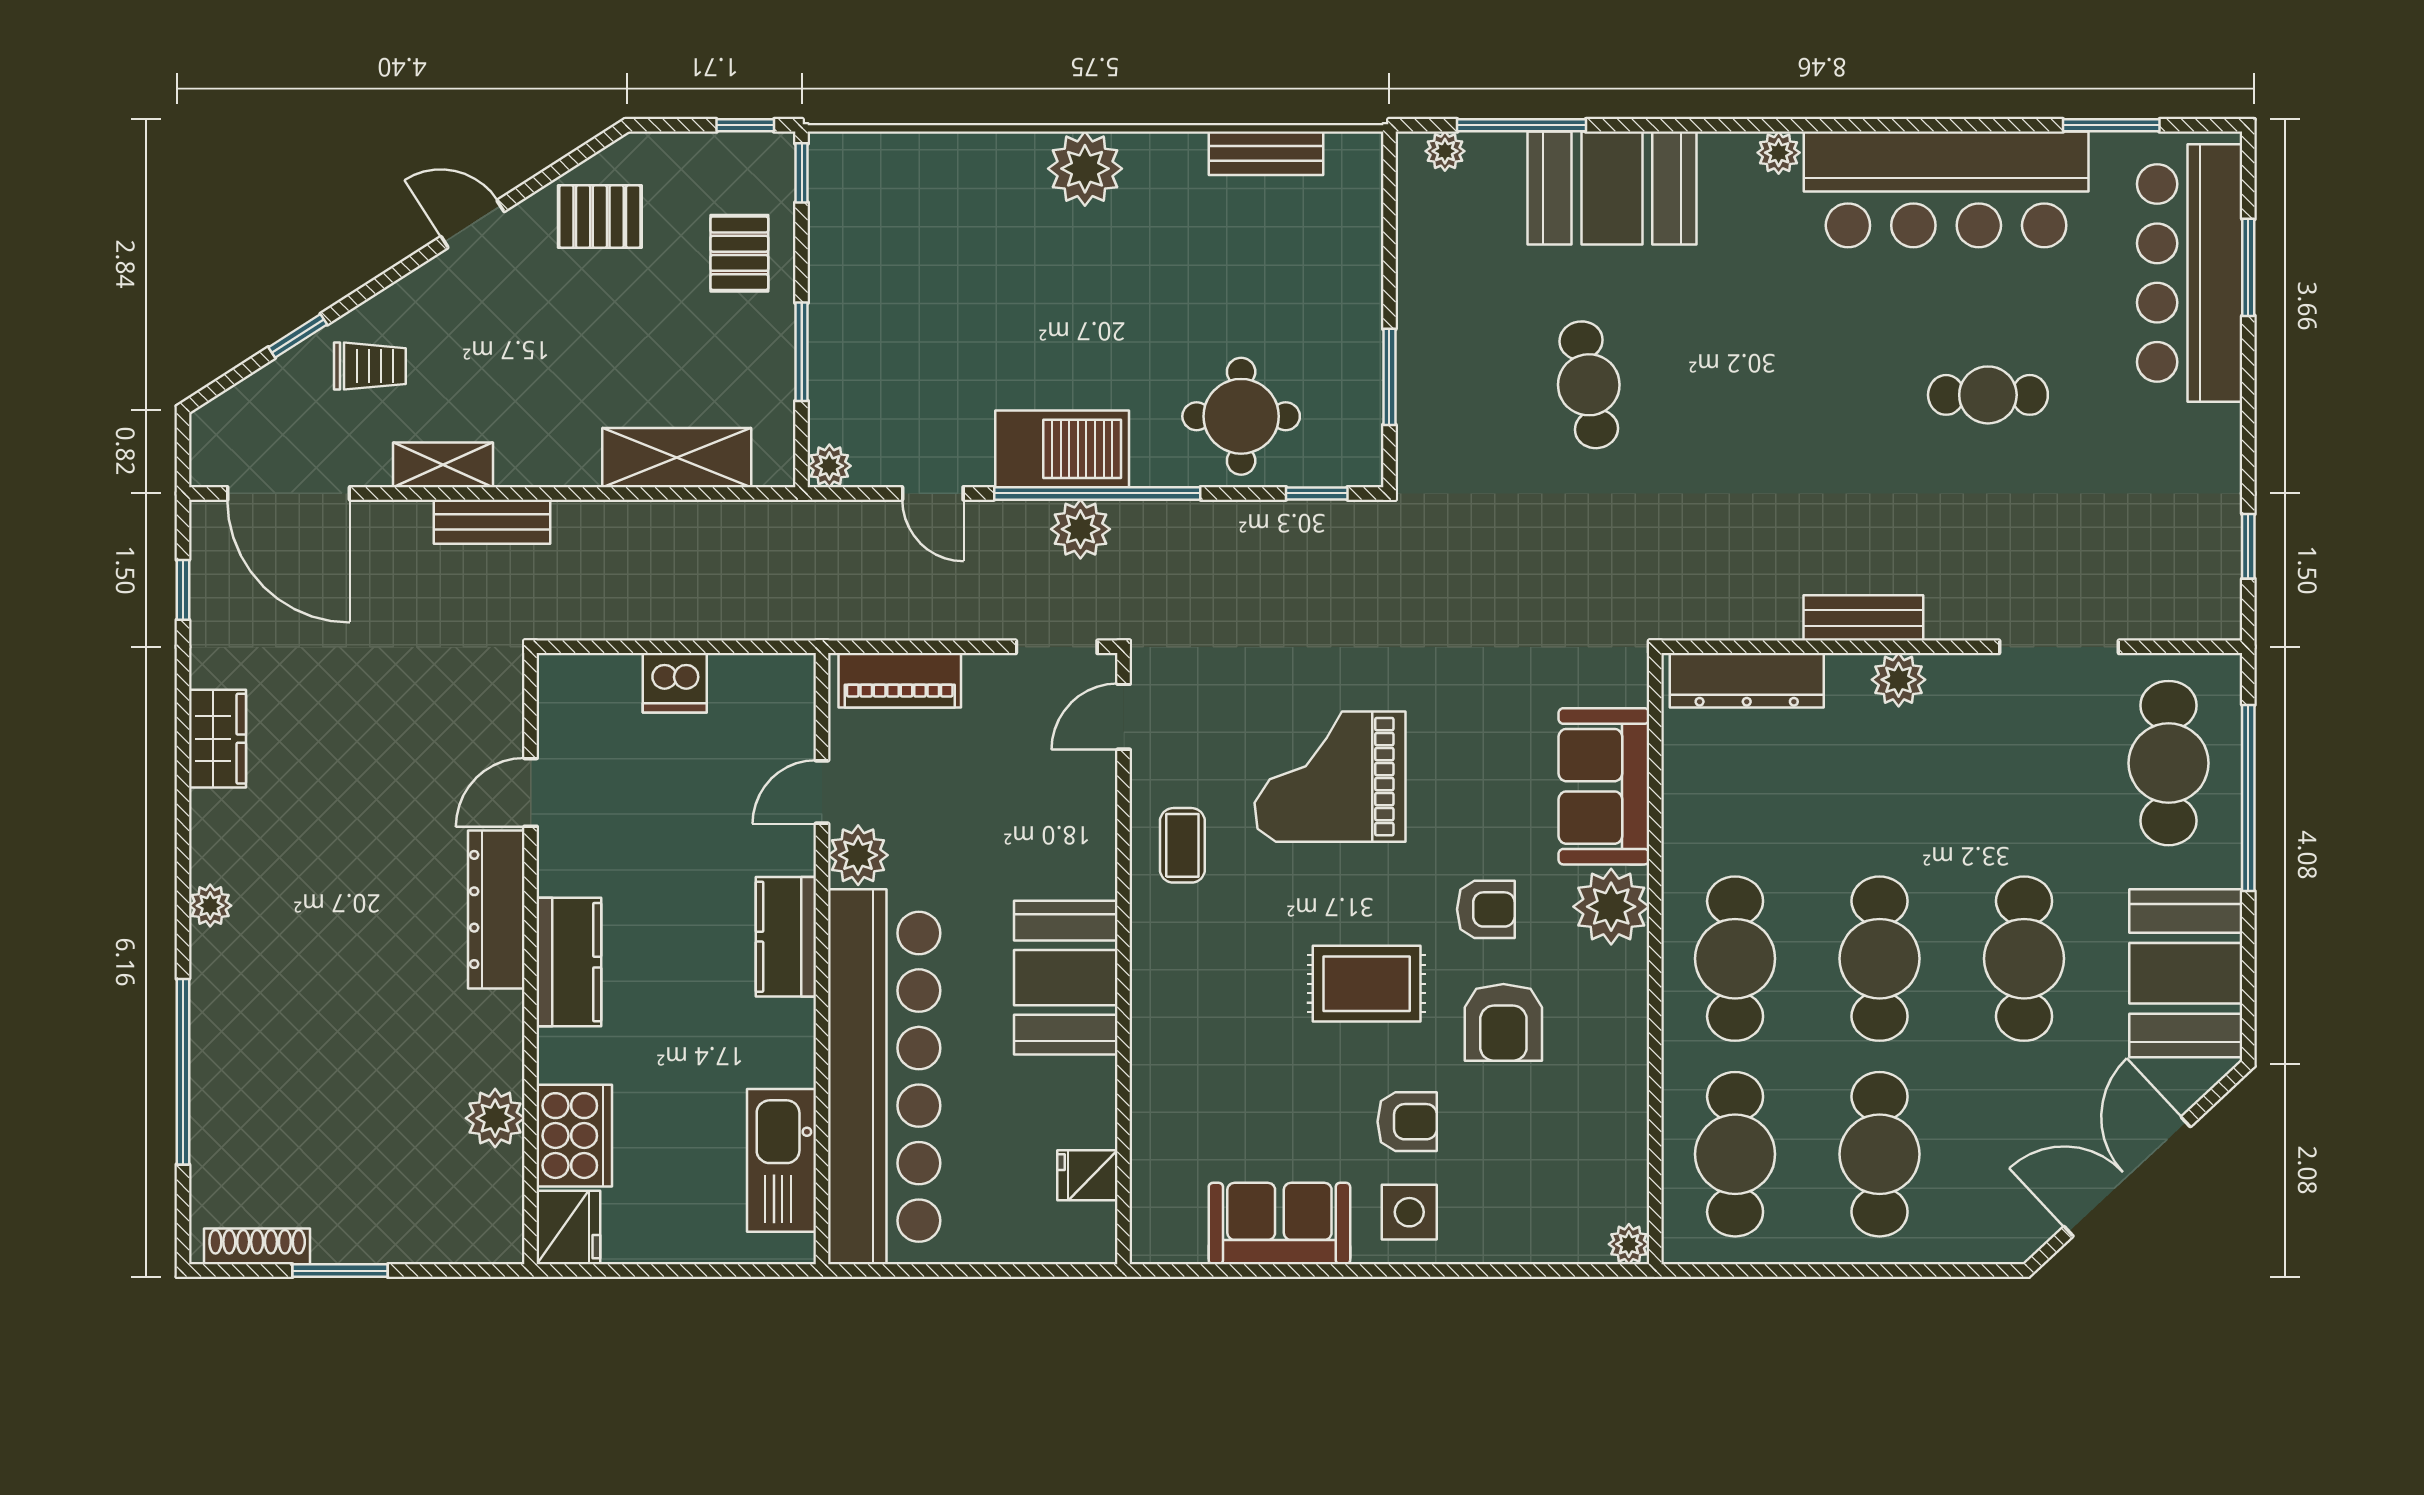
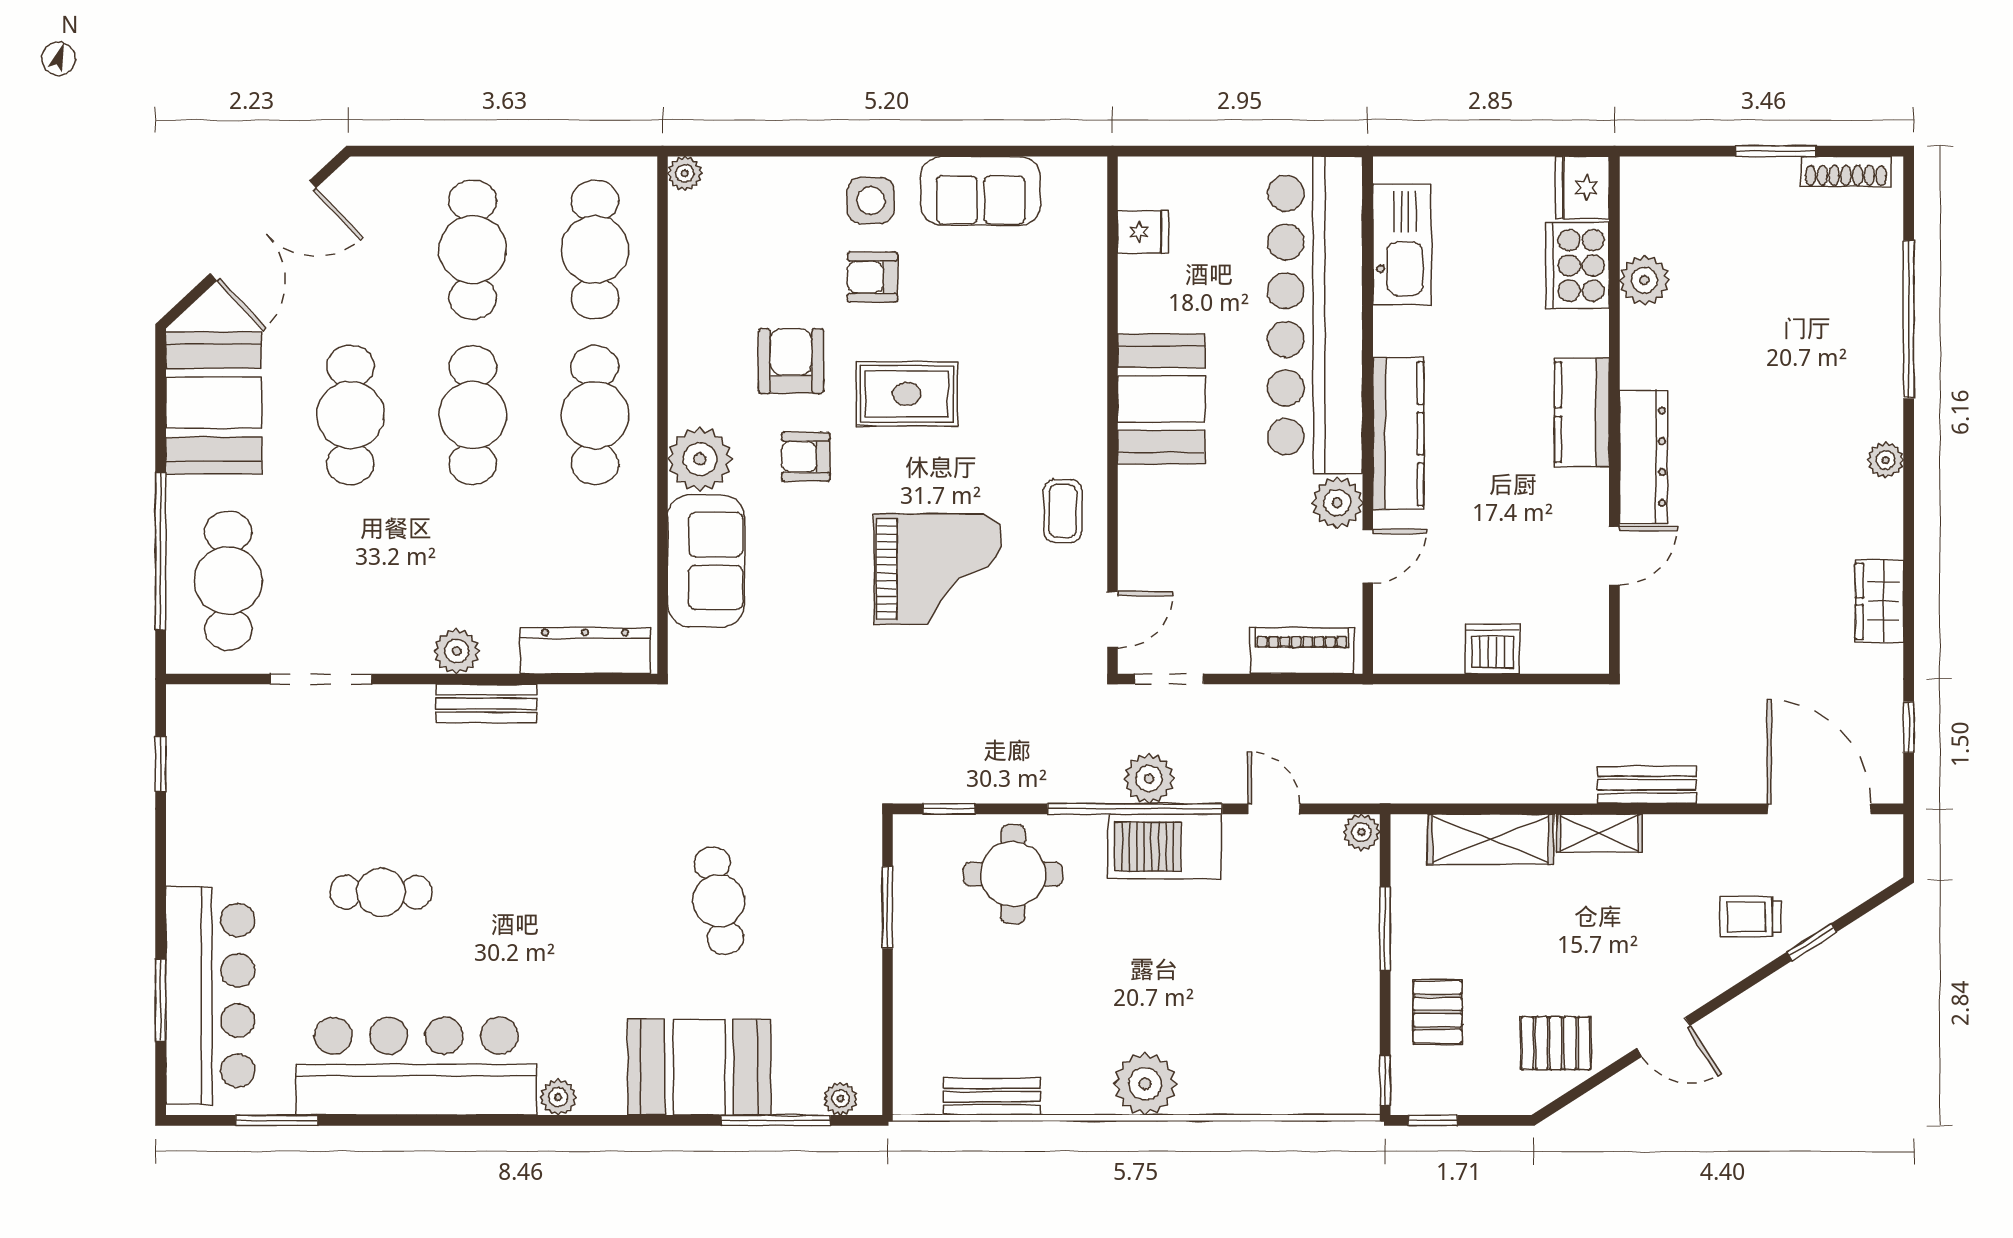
shelving: (443, 465) -> (1599, 833), moved
kitchen counter: (786, 937) -> (1398, 434), width x1.50

